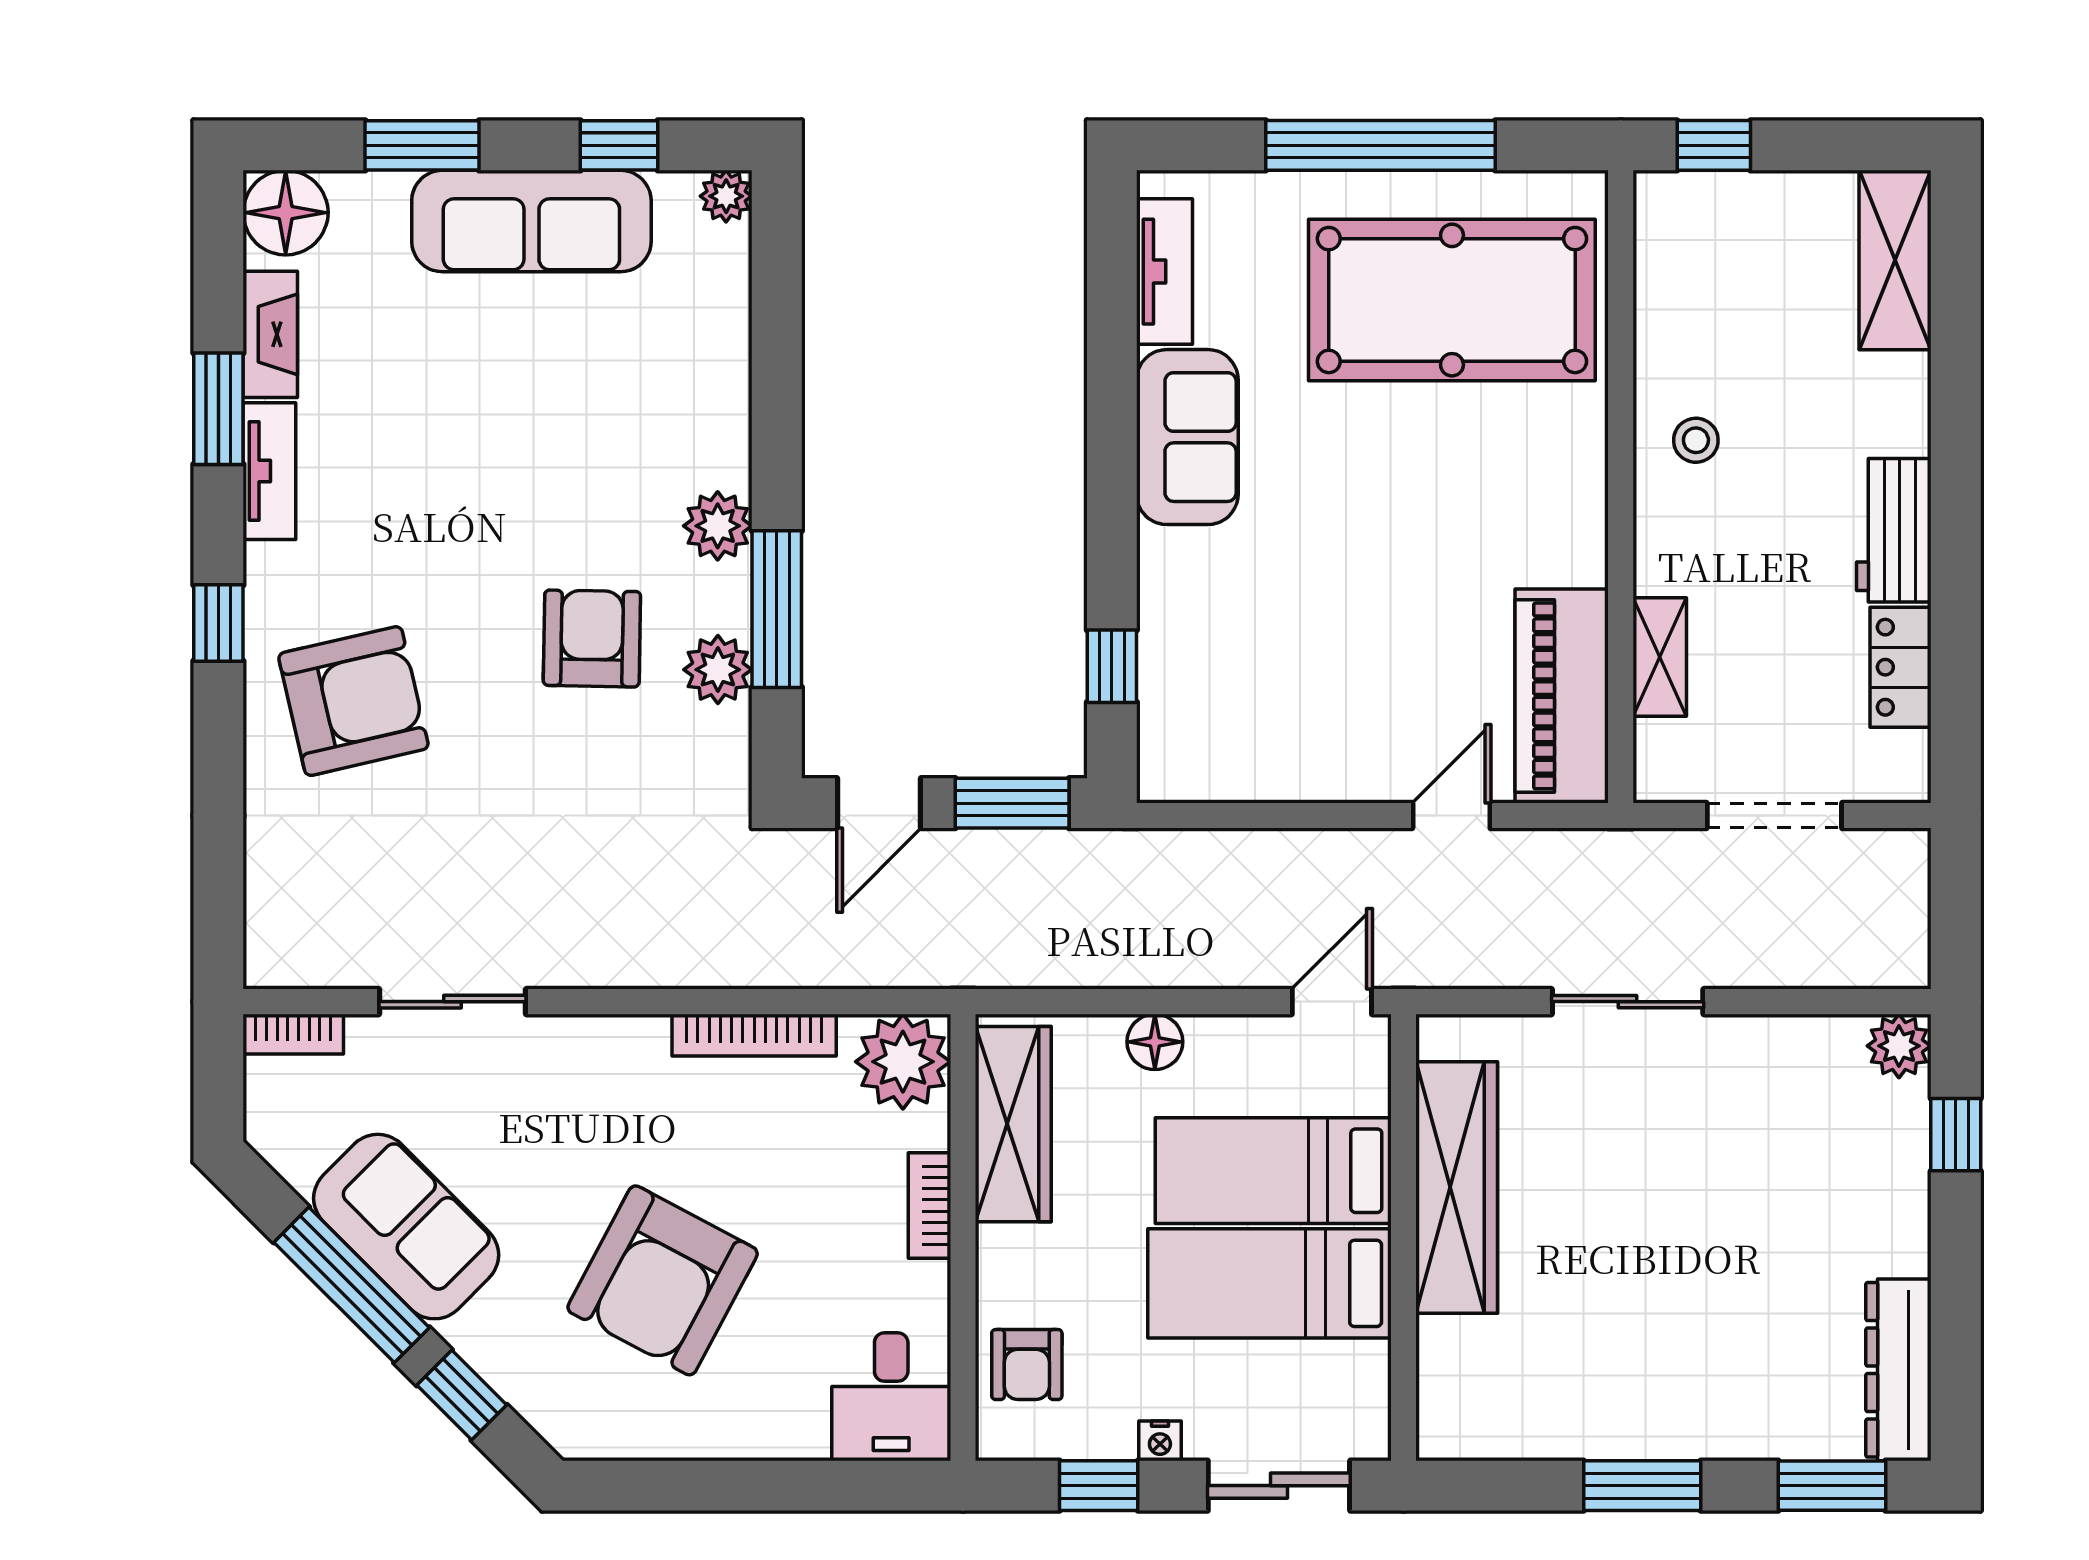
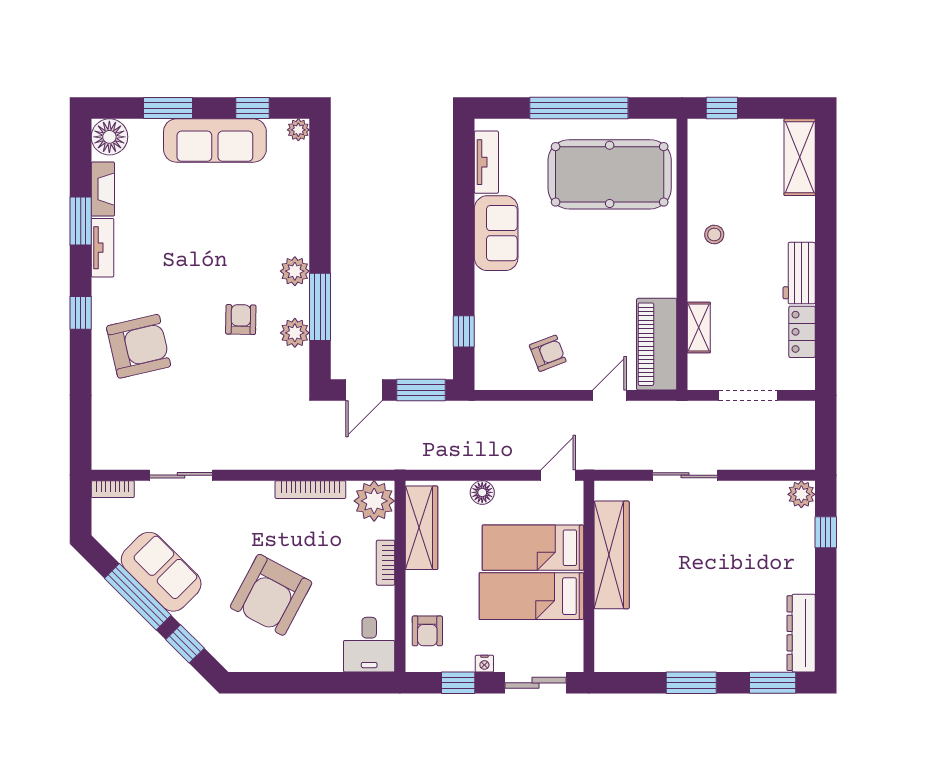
armchair: (592, 638) -> (241, 320), width x0.72, depth x0.72
armchair: (1308, 717) -> (548, 353), added

